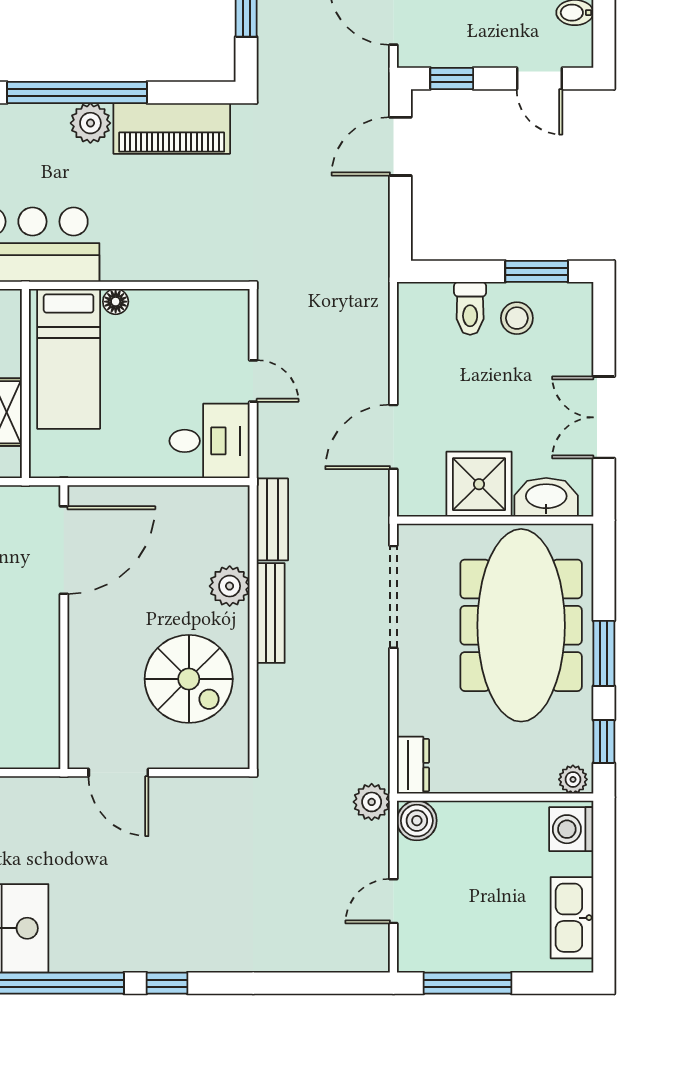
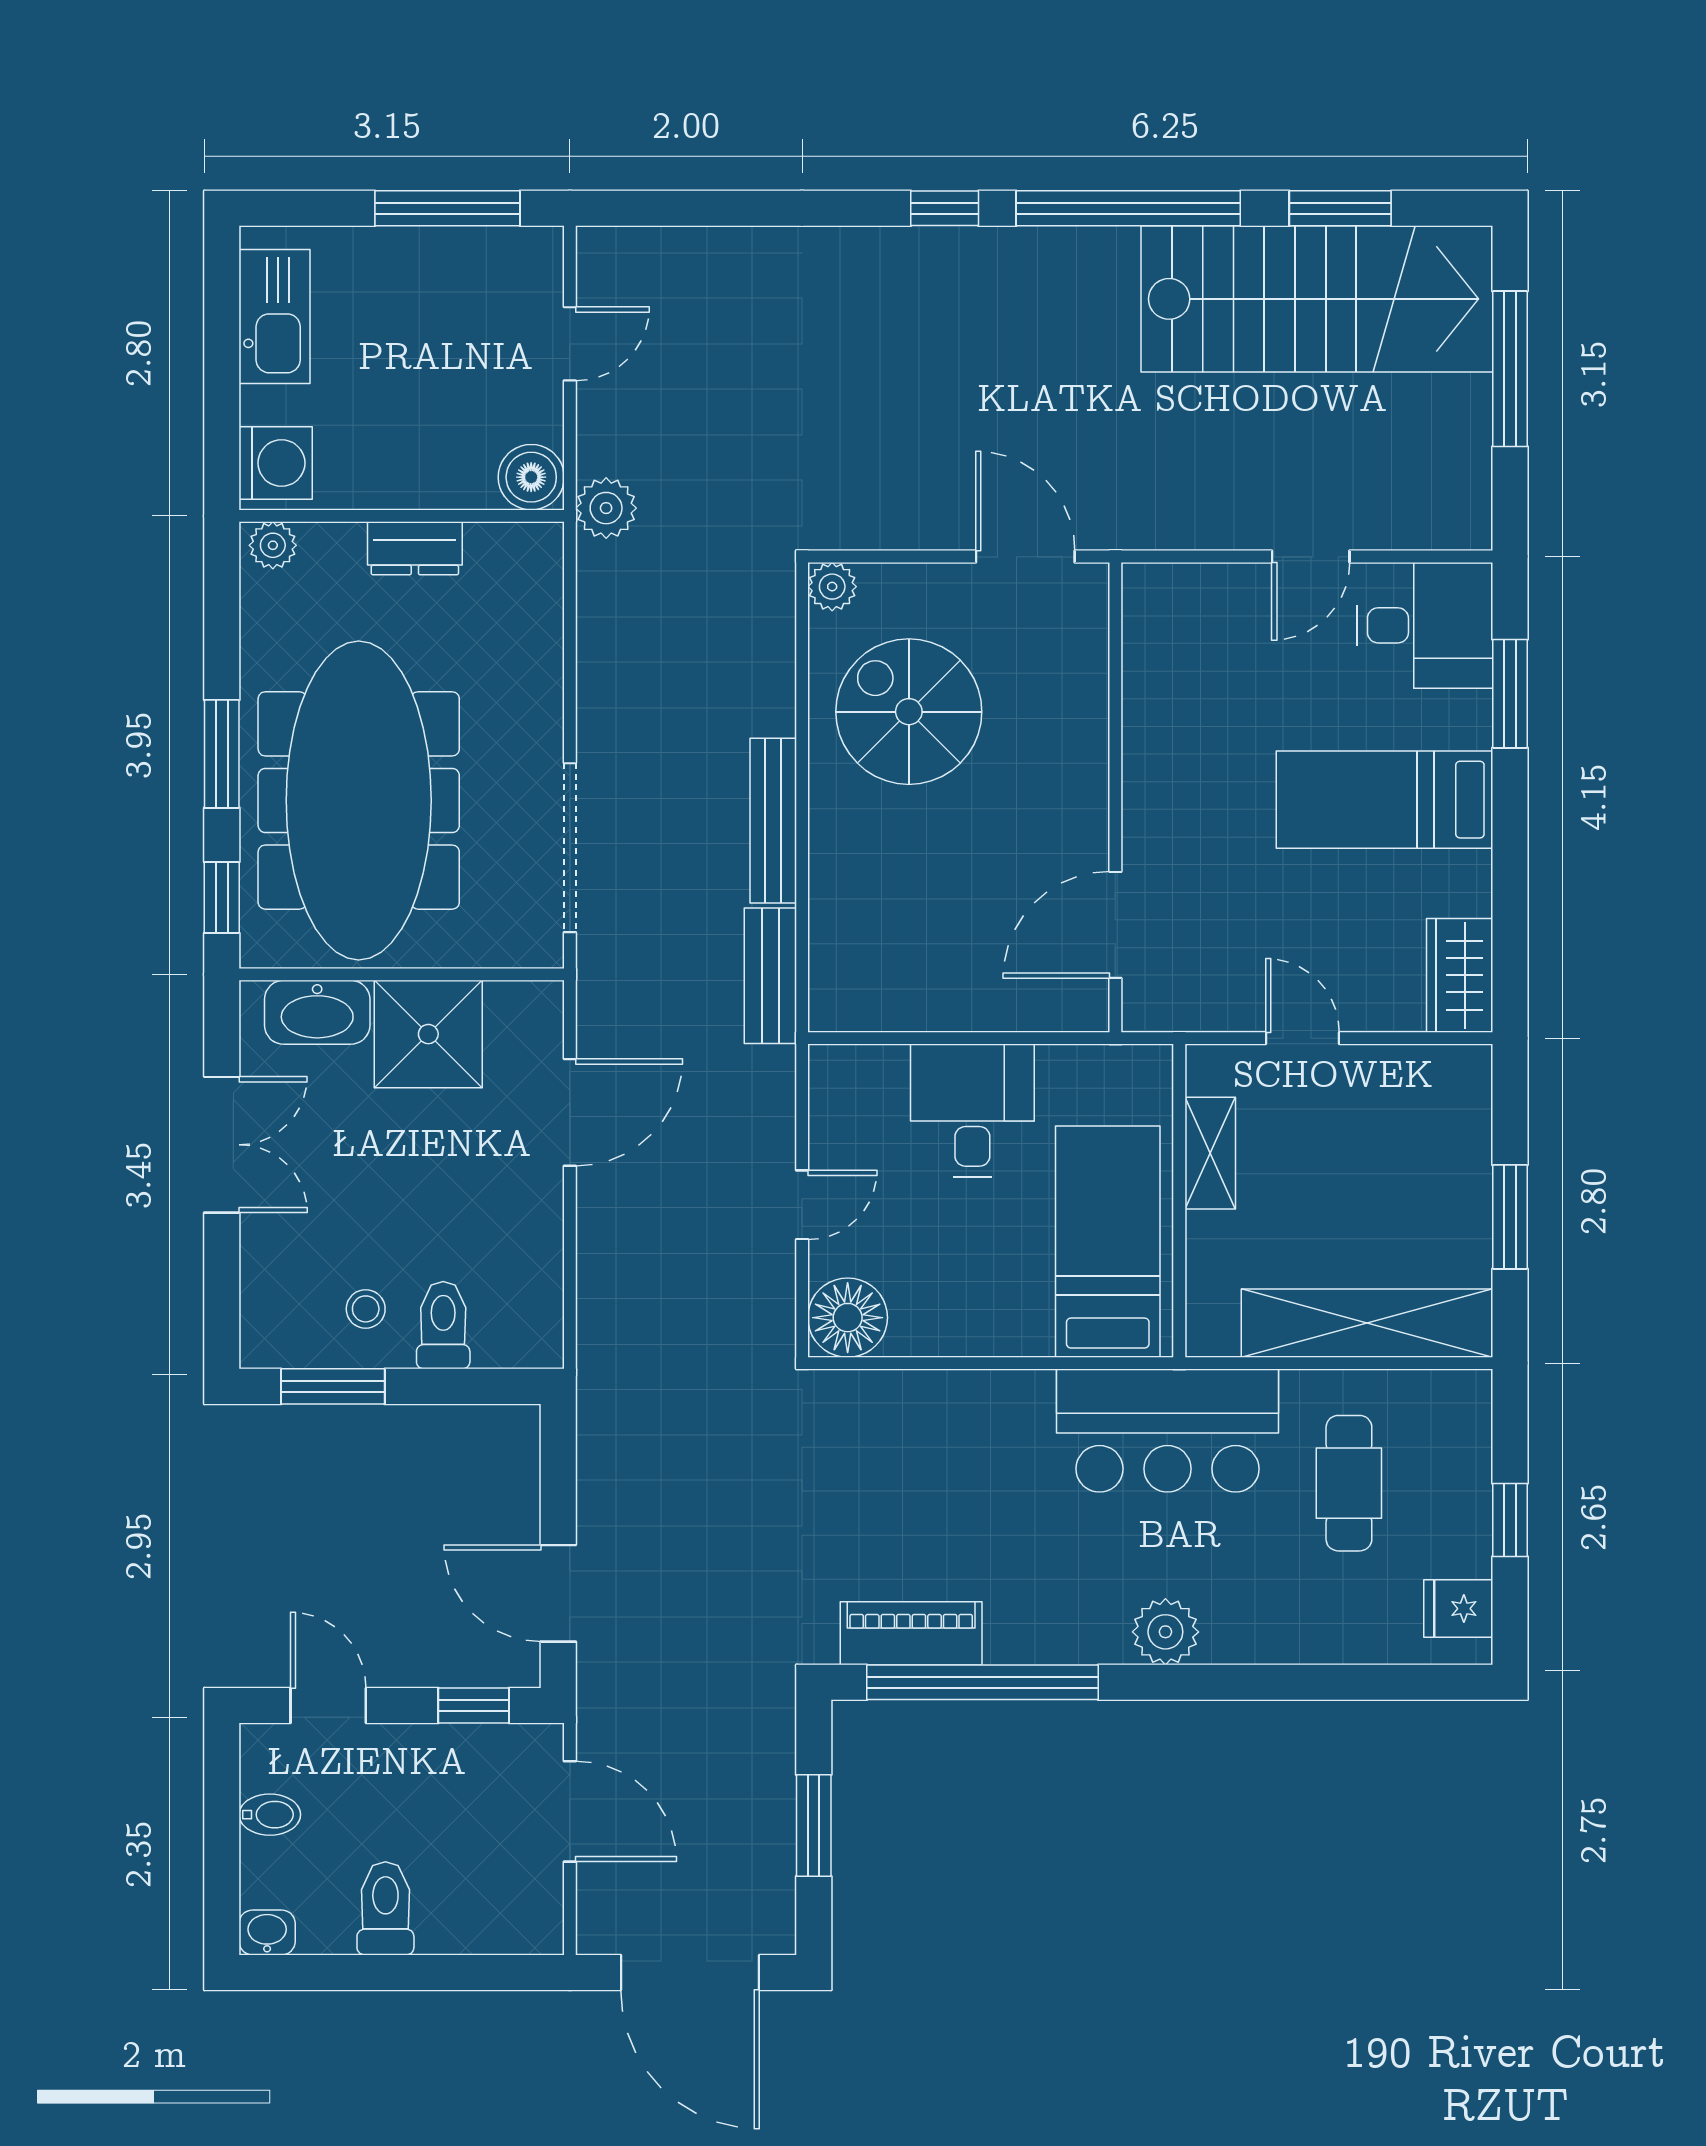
window: (77, 93) -> (983, 1682), moved
plant: (90, 123) -> (1165, 1632), moved
piano: (172, 128) -> (911, 1633), width x0.73, depth x0.75
door: (400, 146) -> (558, 1593), swing flipped
floor lamp: (116, 302) -> (848, 1318), moved, width x1.89, depth x1.89
stool: (517, 318) -> (366, 1309), width x0.73, depth x0.73
door: (253, 381) -> (802, 1205), swing flipped
desk: (210, 441) -> (972, 1110), moved, turned 90
door: (64, 550) -> (1115, 925), width x0.73
plant: (230, 586) -> (832, 587), moved, width x0.73, depth x0.73
window: (604, 741) -> (222, 897), moved
dresser: (413, 765) -> (415, 548), moved, turned -90

